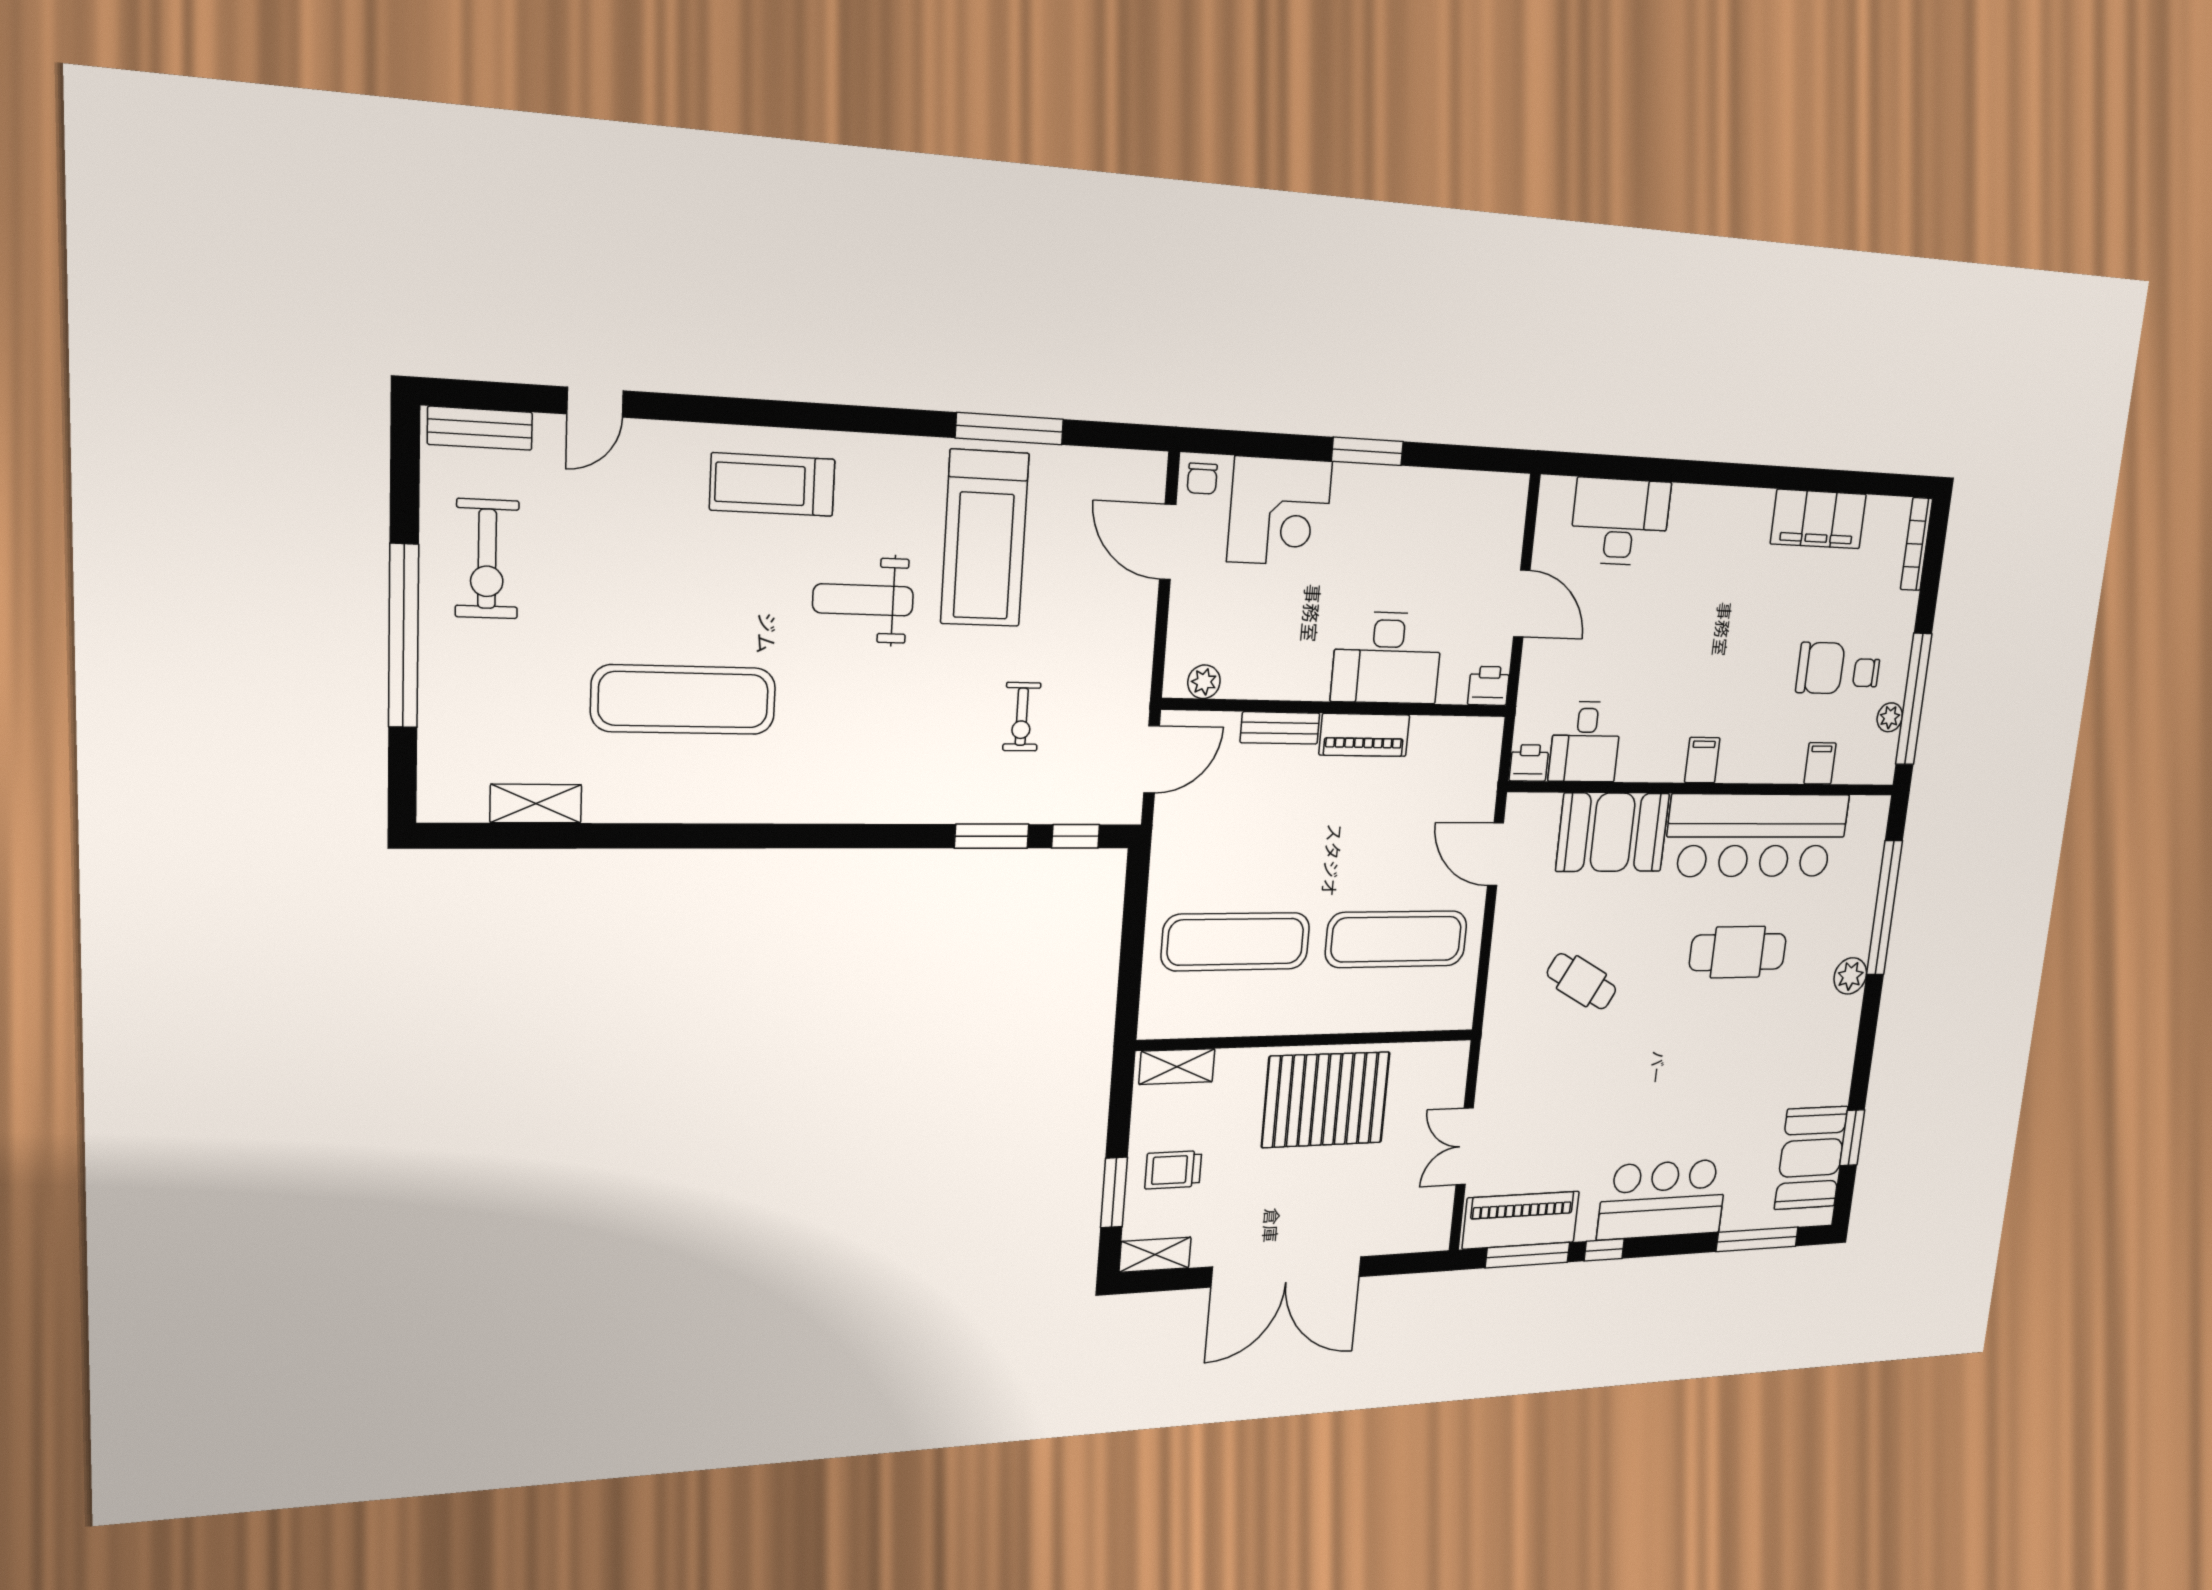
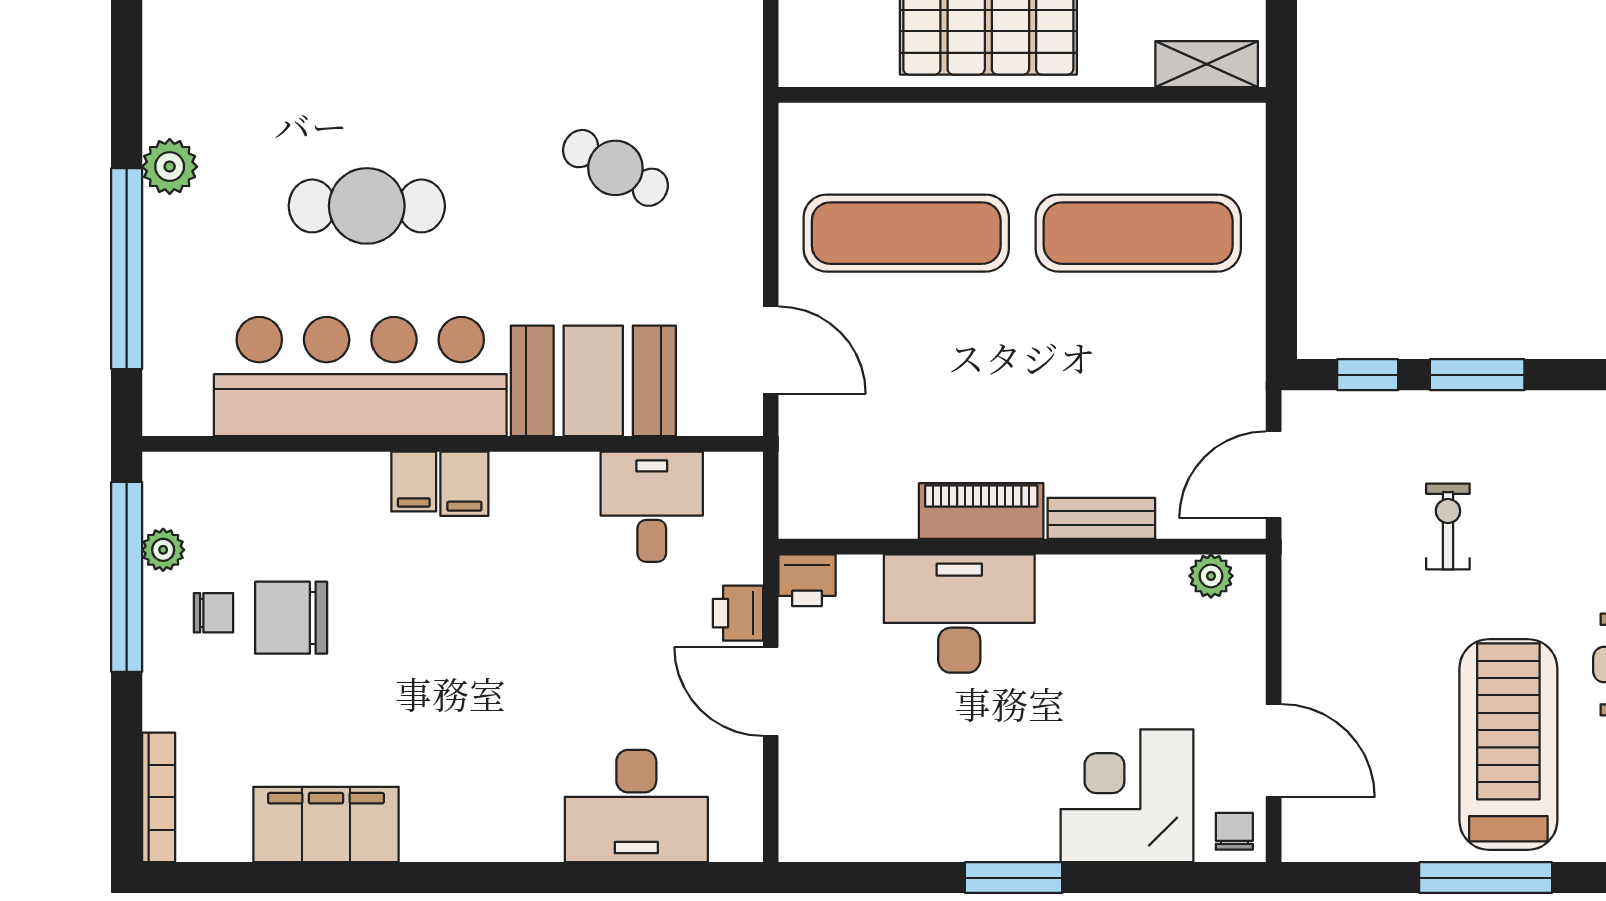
printer: (1529, 763) -> (738, 613), moved, turned 90
filing cabinet: (1820, 763) -> (414, 482), moved

